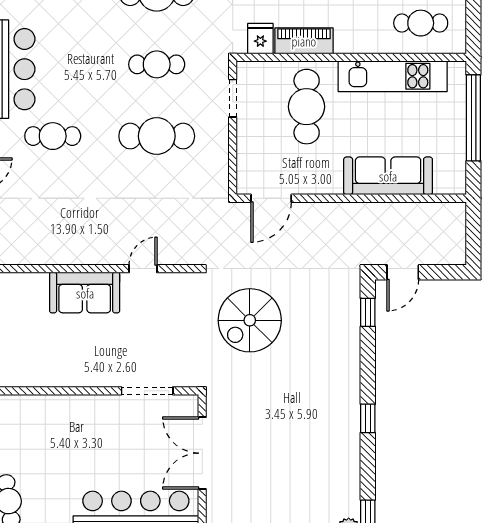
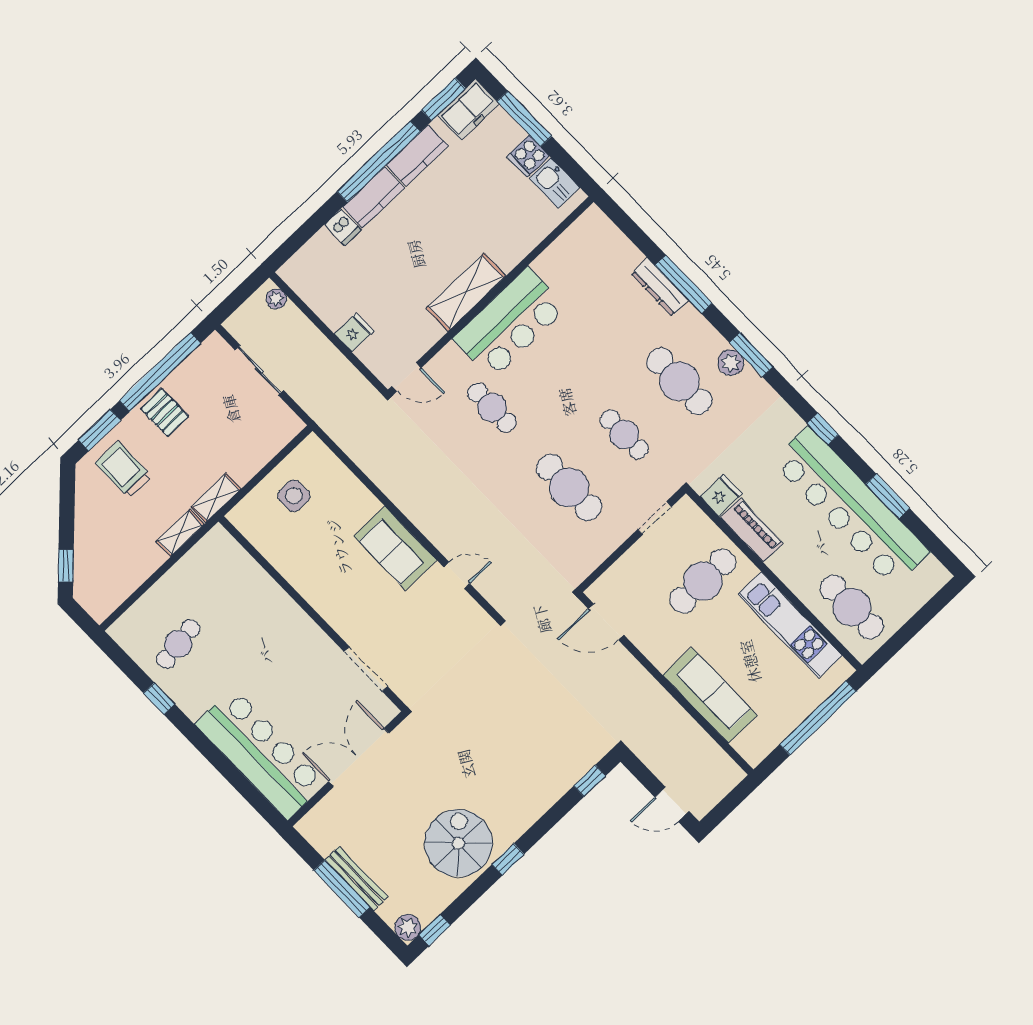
cafe table: (421, 23) -> (852, 607), width x1.37, depth x1.35
door: (403, 272) -> (672, 804), moved
spiral stairs: (250, 320) -> (458, 843), moved, turned 90

